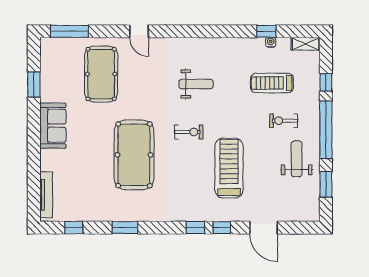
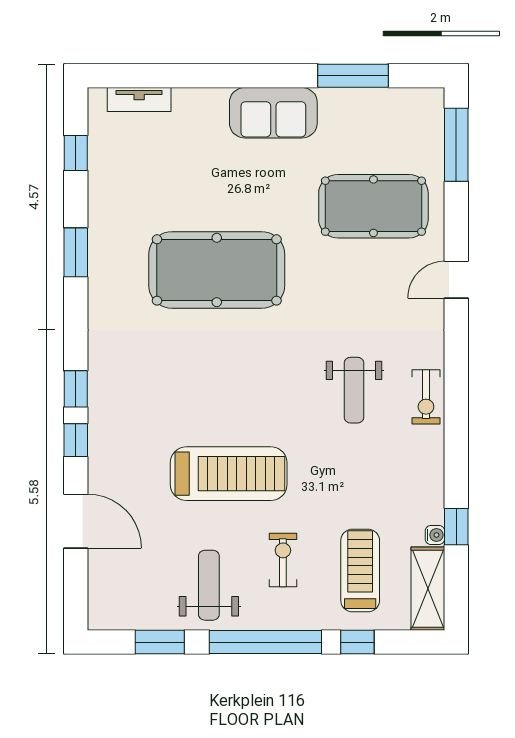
shelving: (306, 44) -> (428, 589), width x1.50, depth x1.33
treadmill: (272, 83) -> (360, 570), moved
window: (34, 85) -> (353, 76), width x1.44
exercise bike: (189, 132) -> (426, 397), moved
weight bench: (297, 159) -> (209, 585), turned -90
treadmill: (229, 168) -> (229, 474), moved
tv unit: (46, 195) -> (139, 99), width x0.71
door: (264, 228) -> (76, 521), swing flipped

